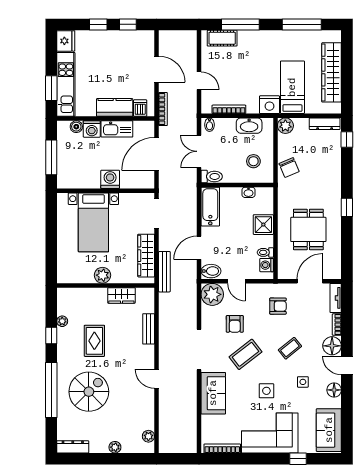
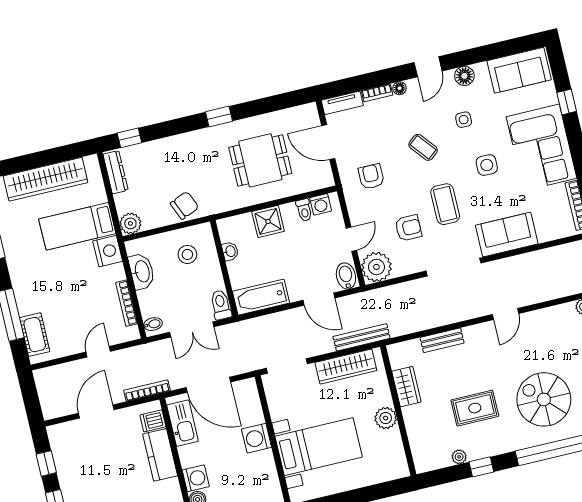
kitchen sink: (117, 129) -> (183, 423), moved
floor lamp: (332, 346) -> (400, 88), width x0.53, depth x0.53
coffee table: (246, 354) -> (445, 204), turned 38

